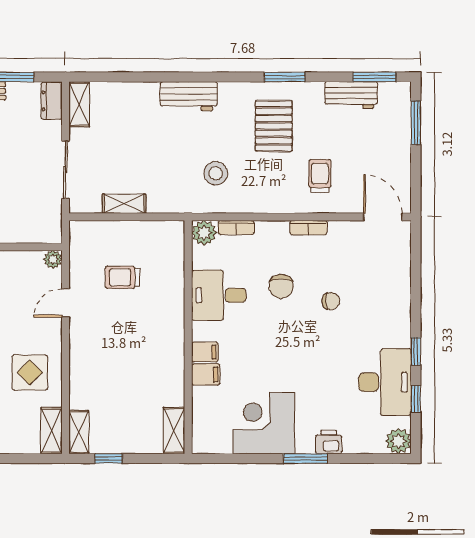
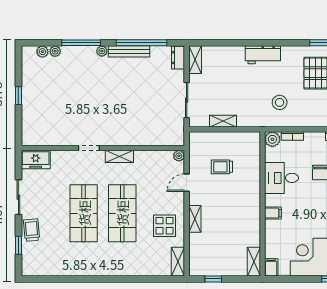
filing cabinet: (206, 374) -> (271, 267), moved, turned -90
shelving: (79, 432) -> (195, 219), moved

